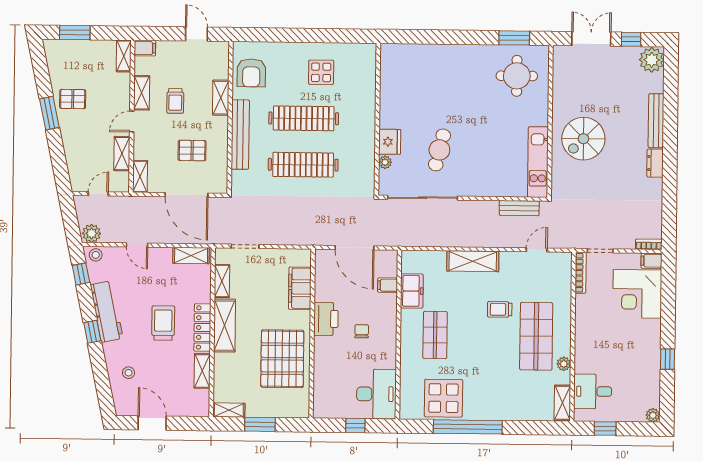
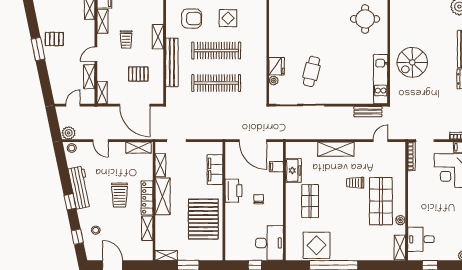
armchair: (251, 73) -> (192, 19), moved, turned -90
shelving: (142, 93) -> (102, 21), moved
window: (81, 274) -> (77, 237), moved
trolley: (163, 323) -> (120, 195), turned 180

